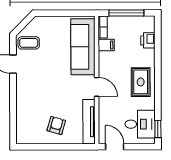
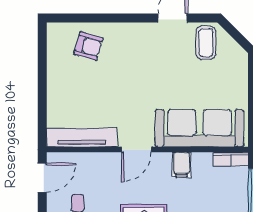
filing cabinet: (106, 45) -> (181, 165), moved
armchair: (56, 126) -> (88, 46), moved

